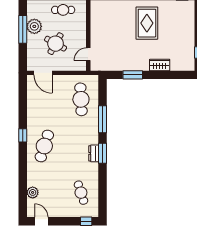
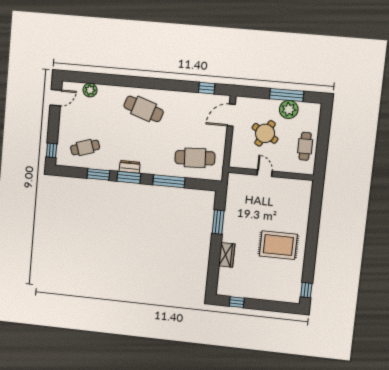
door: (88, 54) -> (265, 173), moved
window: (23, 135) -> (207, 88), moved
window: (103, 179) -> (98, 174), added

